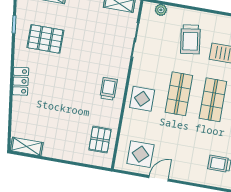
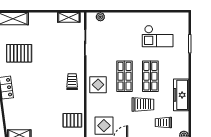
trolley: (190, 39) -> (143, 104), moved, turned -82
pallet: (100, 140) -> (72, 120), turned 90

